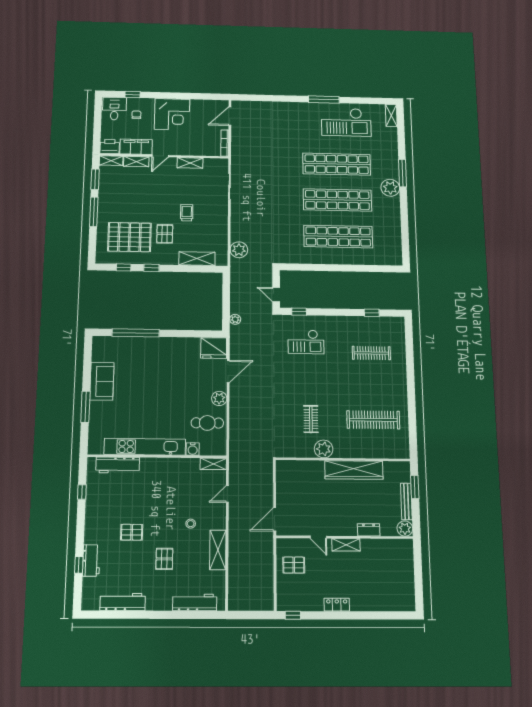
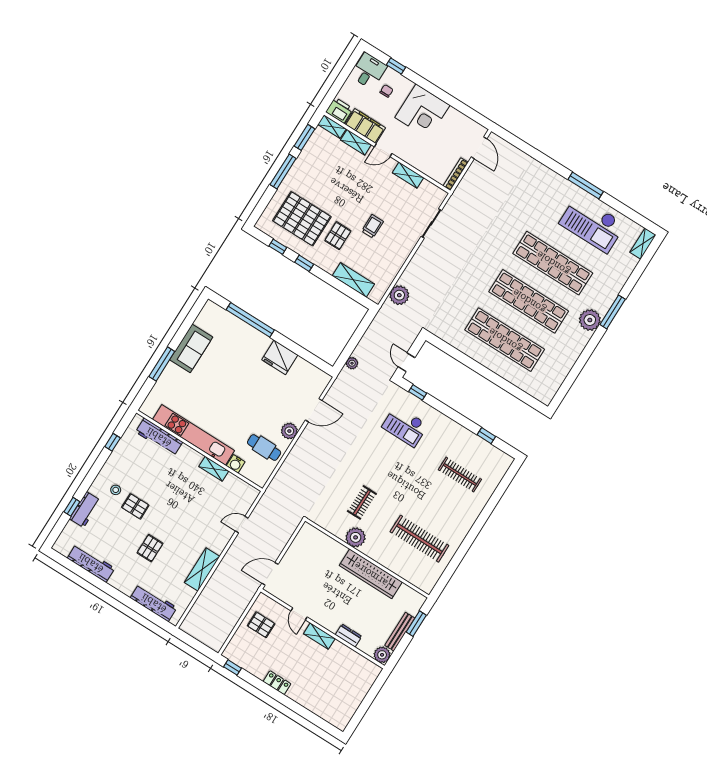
door: (230, 116) -> (479, 148), swing flipped
fridge: (214, 348) -> (280, 357), moved
shelving: (213, 464) -> (214, 469), moved
stool: (191, 524) -> (116, 490), moved

